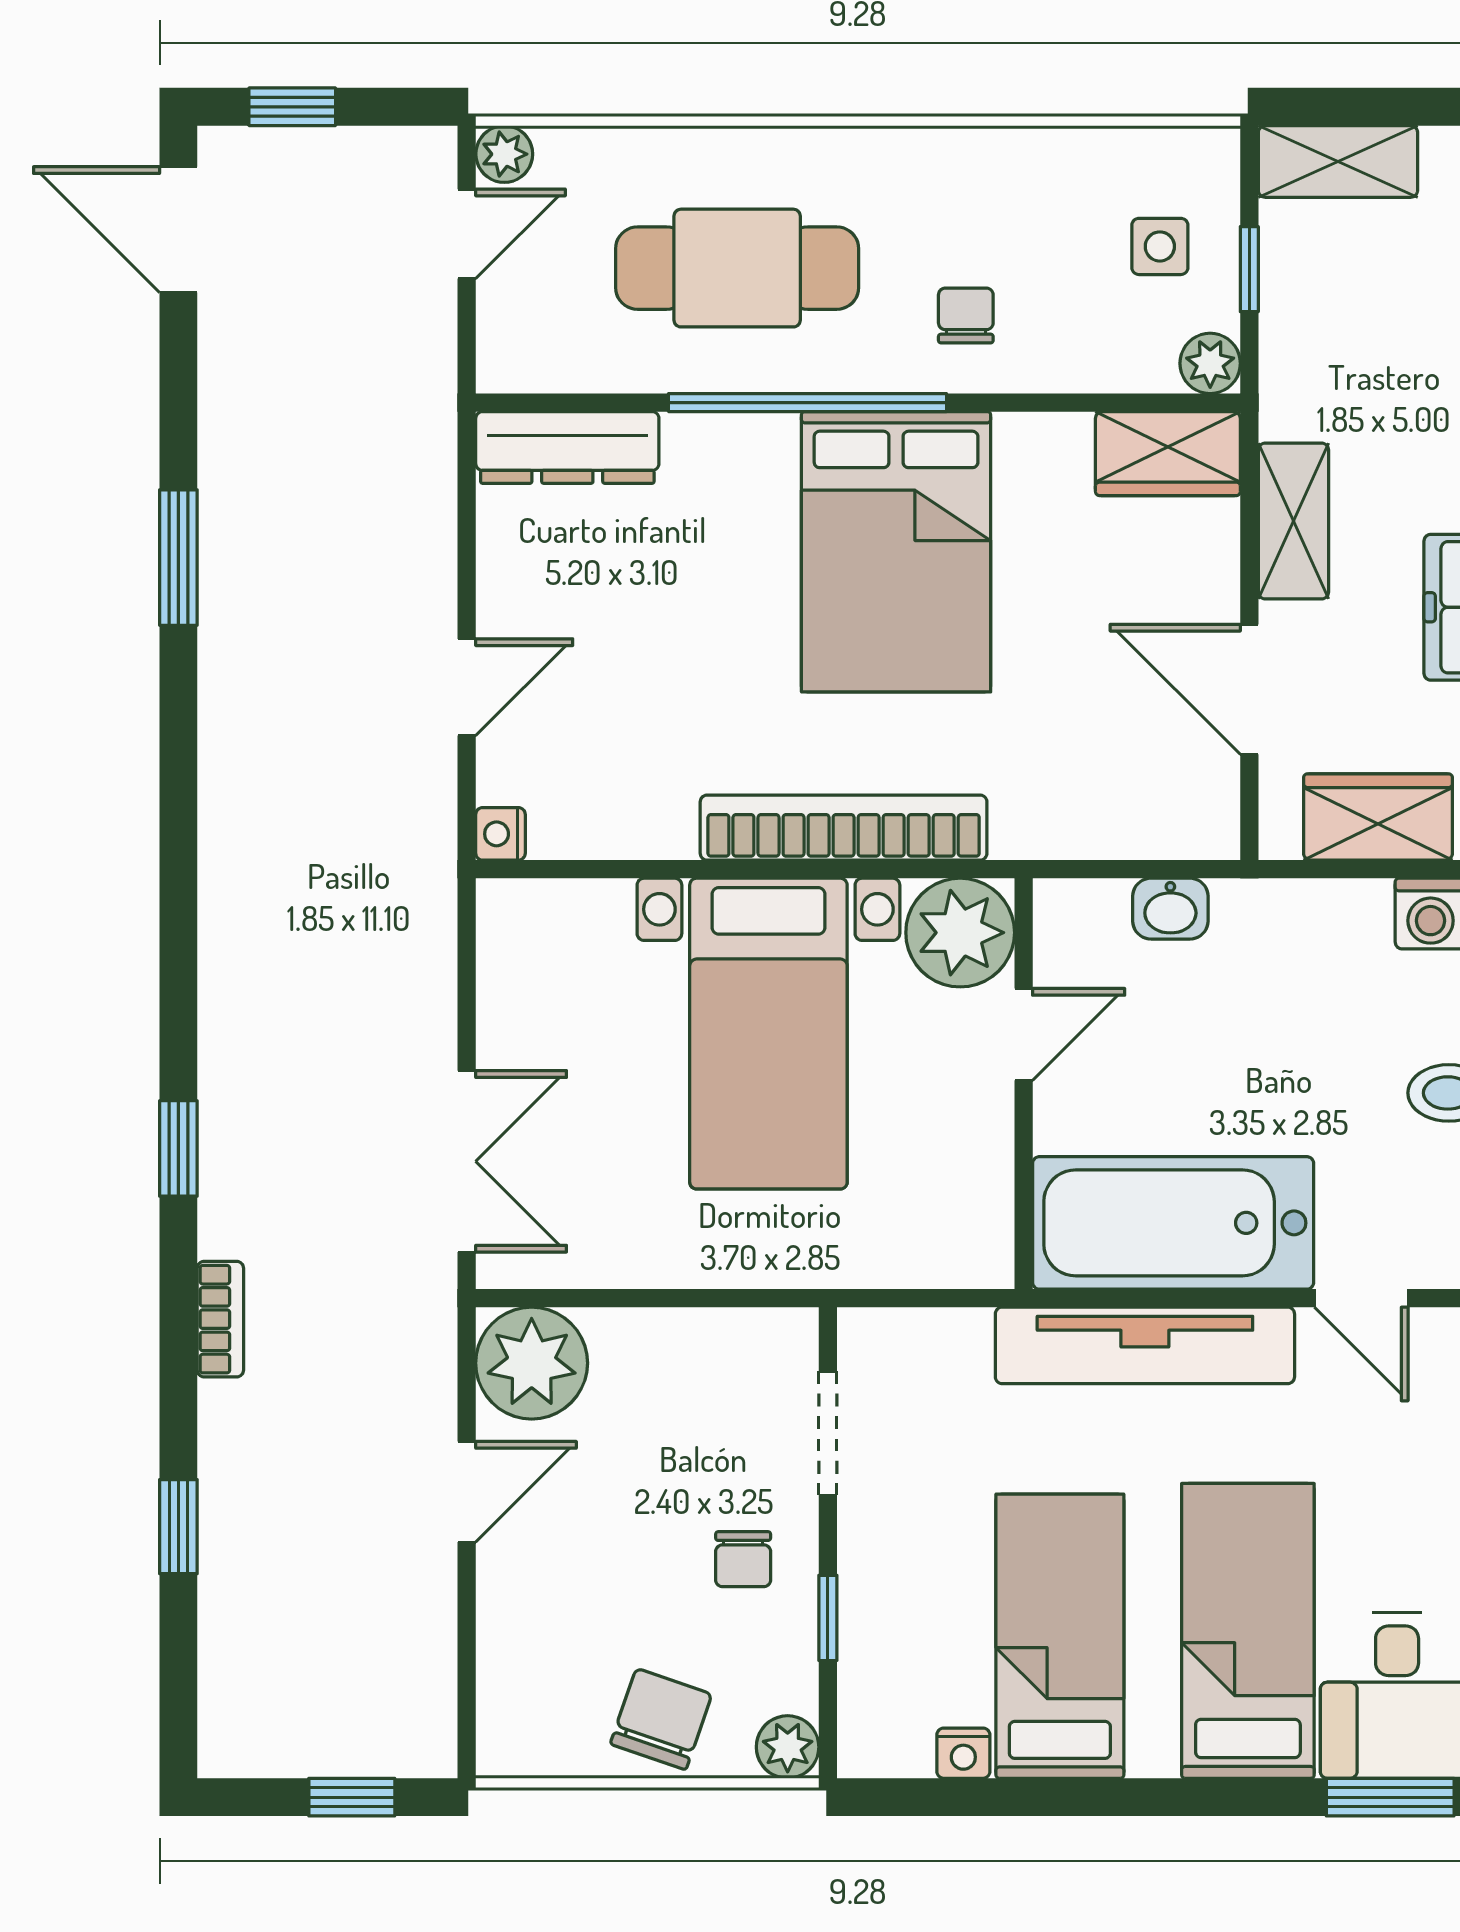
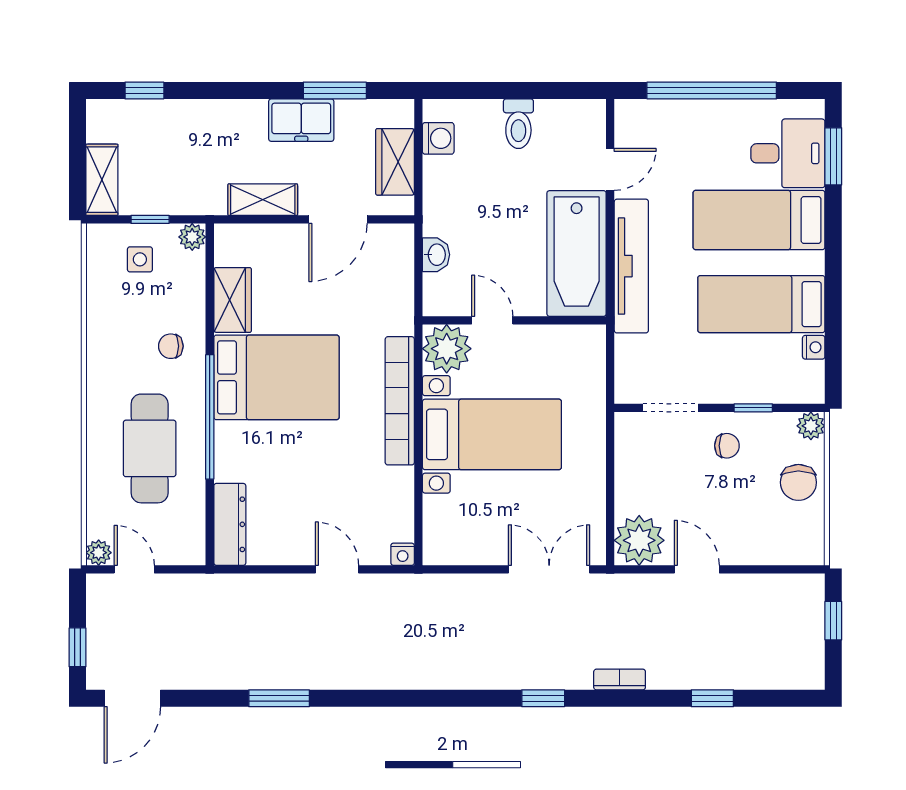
wardrobe: (1168, 454) -> (233, 300), moved
chair: (661, 1719) -> (798, 482), turned -109

